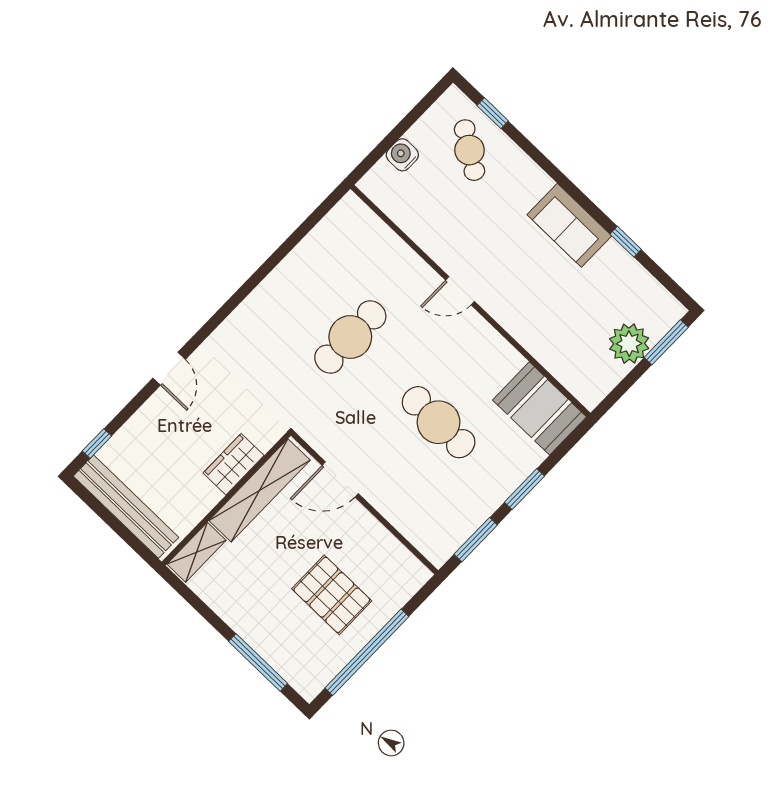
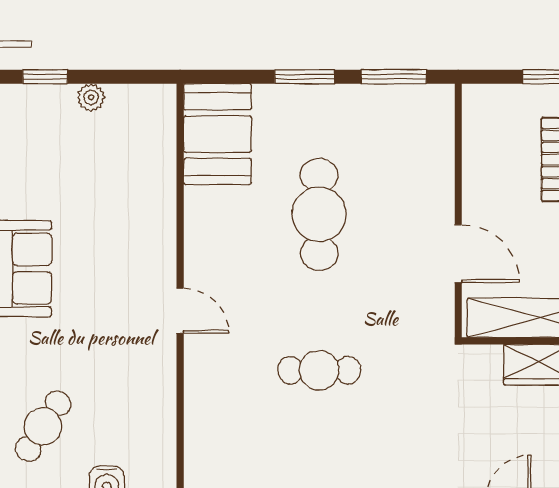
cafe table: (350, 337) -> (319, 370), width x0.73, depth x0.74
window: (666, 342) -> (45, 77), width x0.67
plant: (629, 344) -> (91, 97), width x0.53, depth x0.53

